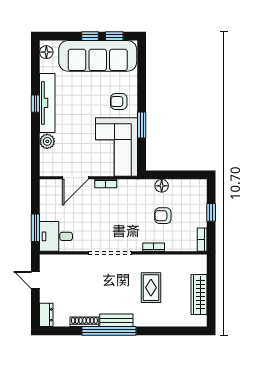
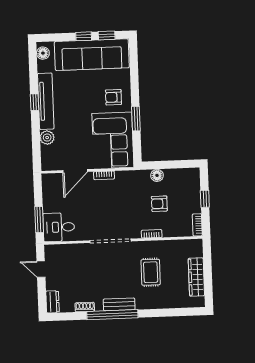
shoe rack: (84, 322) -> (85, 307), width x0.70

